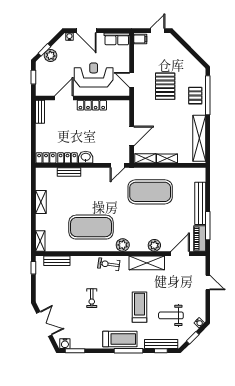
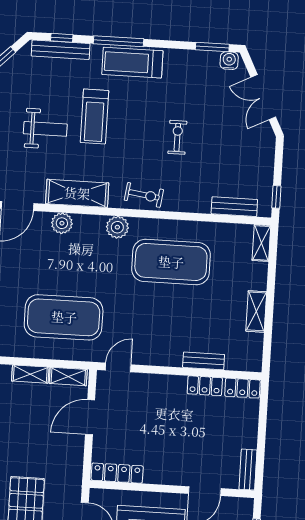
locker: (92, 105) -> (117, 473), moved
washbasin: (86, 157) -> (173, 385), removed
weight bench: (171, 315) -> (45, 129), moved

